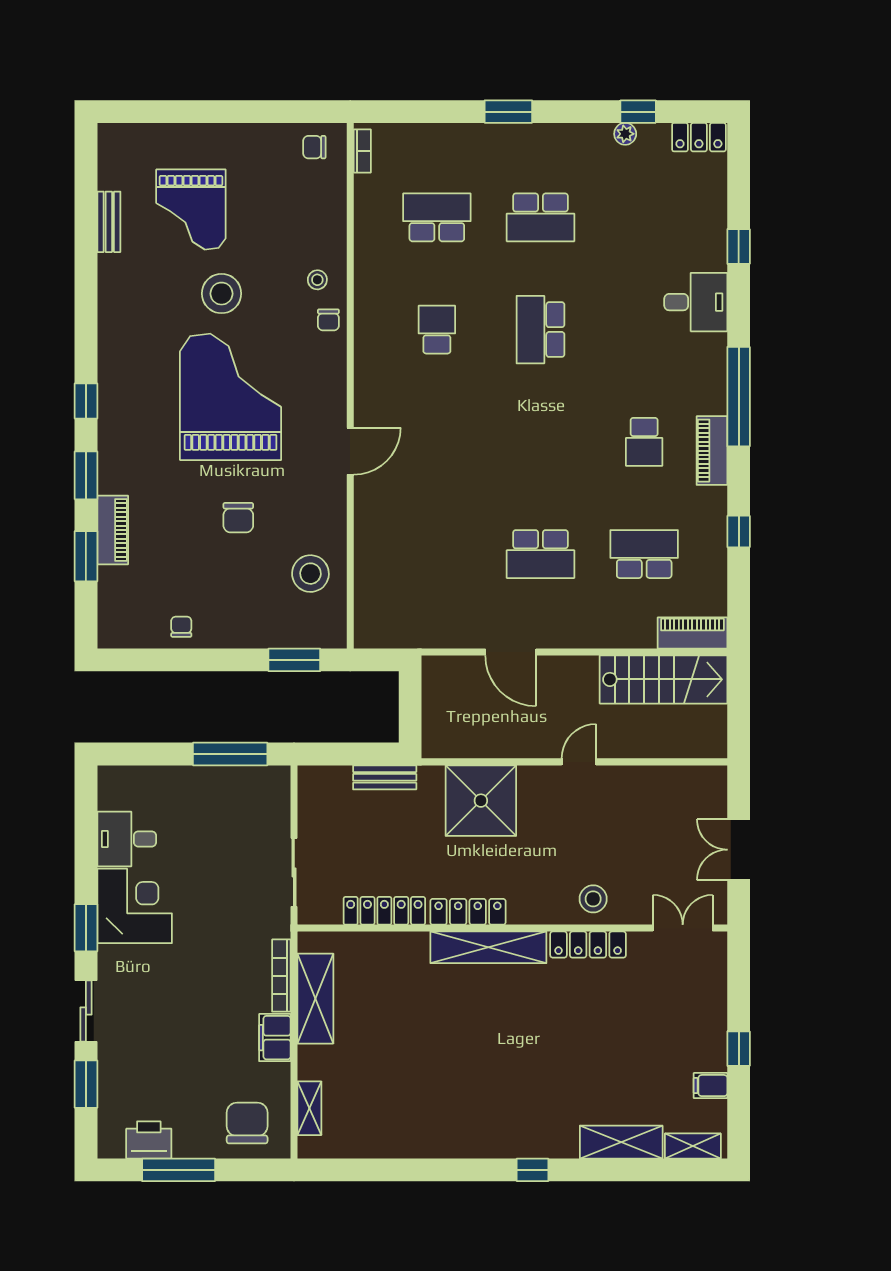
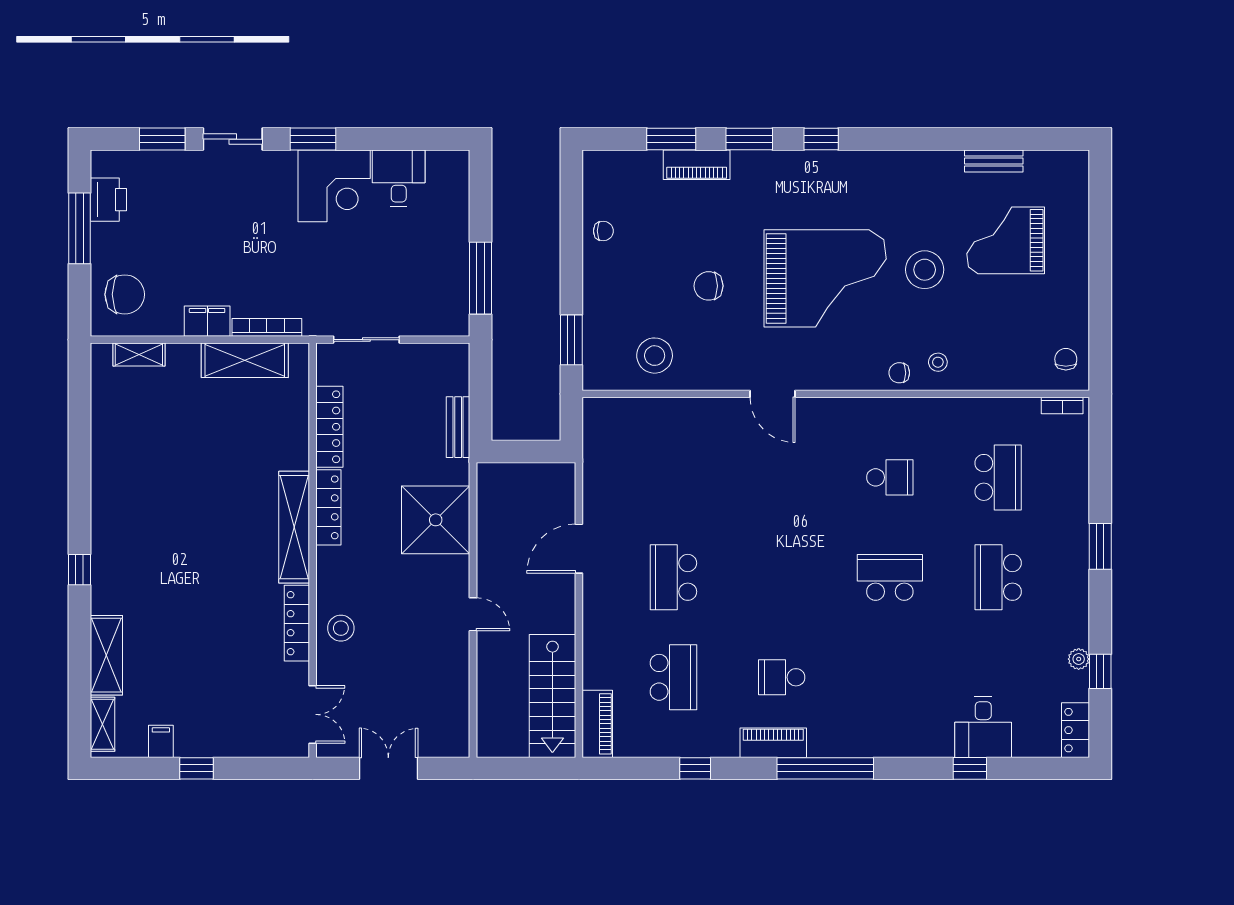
desk: (696, 302) -> (983, 727), moved

